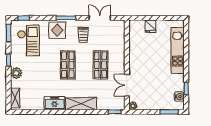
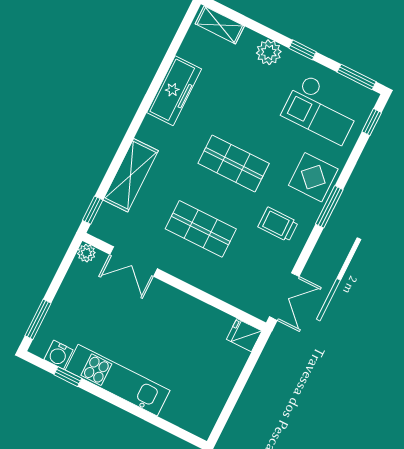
double door: (100, 18) -> (284, 297), moved
fridge: (150, 26) -> (244, 335), moved
kitchen unit: (178, 50) -> (118, 380), moved
double door: (127, 85) -> (134, 261), swing flipped
freezer: (55, 103) -> (174, 91), width x1.40
shelving: (81, 104) -> (131, 175), moved

